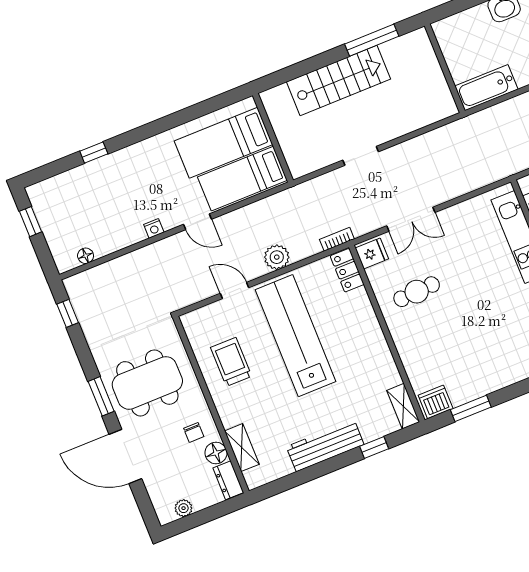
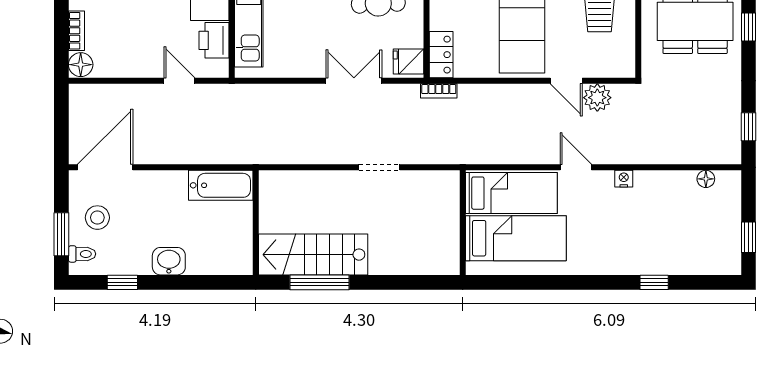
stairs: (339, 80) -> (313, 255), moved
plant: (277, 257) -> (597, 98), moved
window: (101, 396) -> (749, 27), width x0.67

